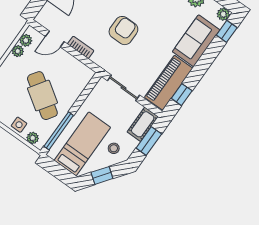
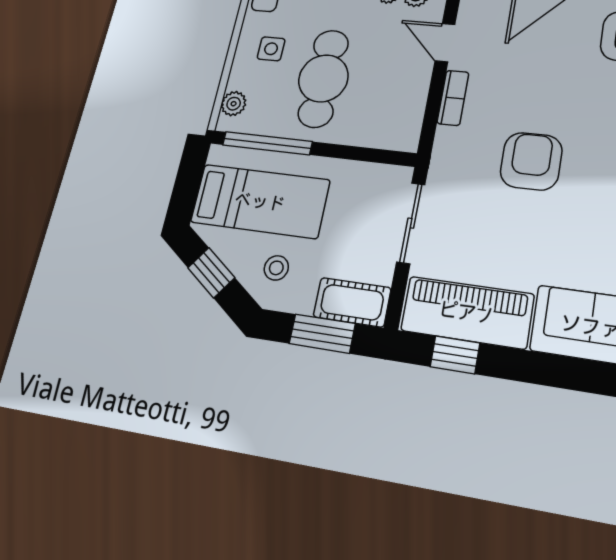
armchair: (123, 31) -> (531, 161), turned -90
cafe table: (42, 96) -> (323, 78), turned -34
side table: (19, 125) -> (271, 49), moved

